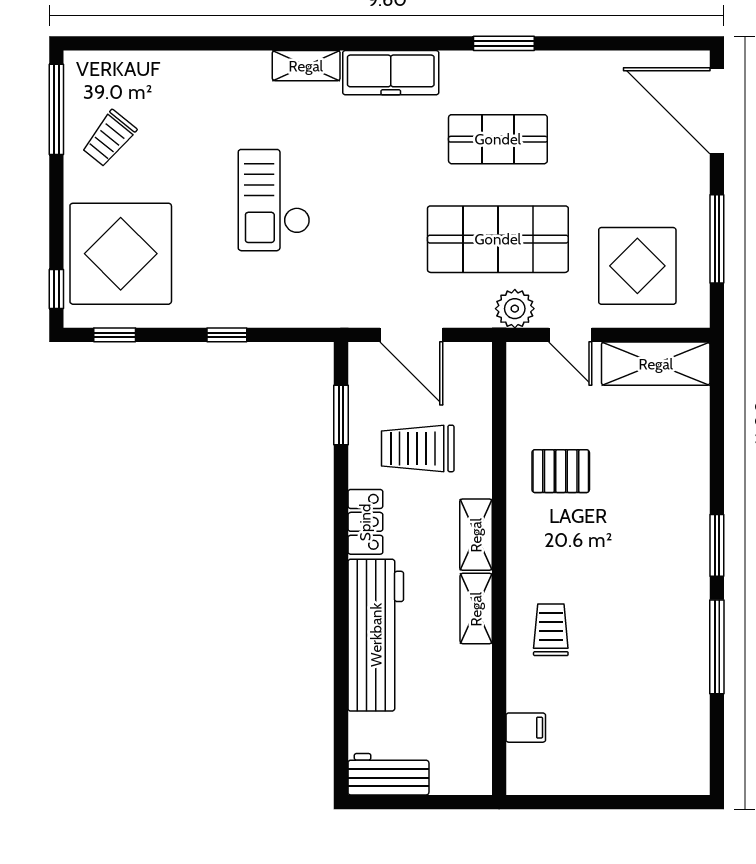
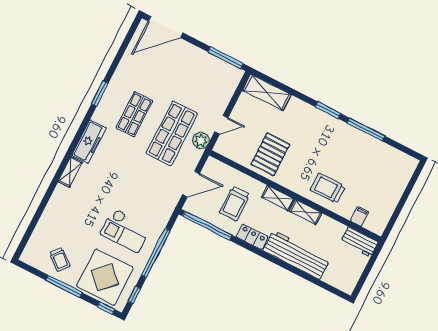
window: (56, 109) -> (64, 286), moved
checkout: (274, 200) -> (126, 230), moved
window: (717, 239) -> (226, 58), moved
display table: (637, 266) -> (208, 86), removed
window: (227, 335) -> (156, 253), width x3.17
shelving: (656, 364) -> (267, 92), moved, turned 90
window: (341, 415) -> (207, 226), width x2.11
pallet: (561, 471) -> (270, 154), width x1.50, depth x1.42
trolley: (551, 630) -> (328, 188), width x1.36, depth x1.39
workbench: (388, 774) -> (359, 242), moved, turned -90

